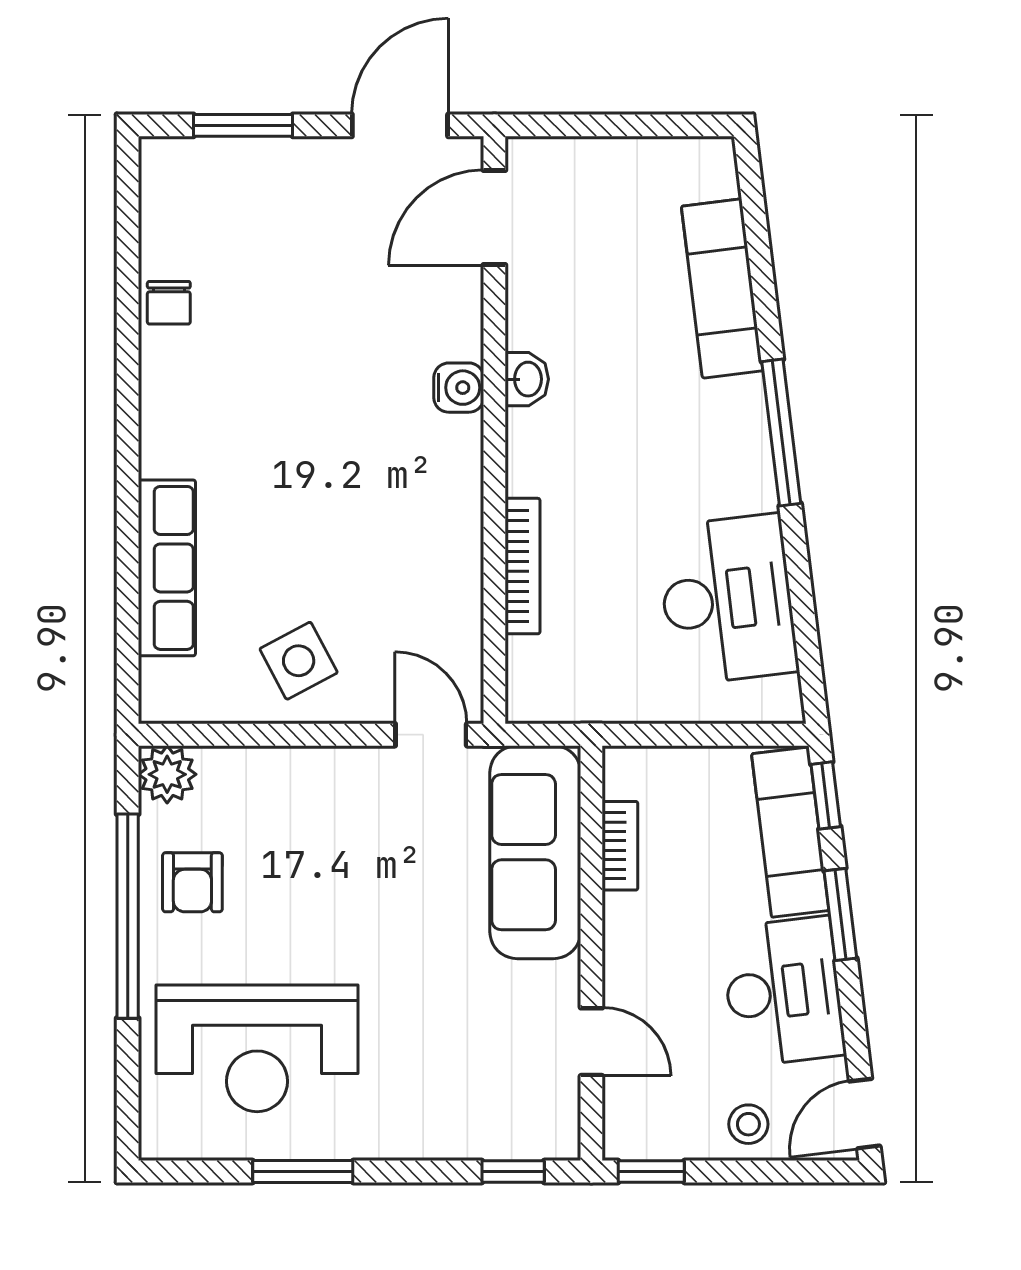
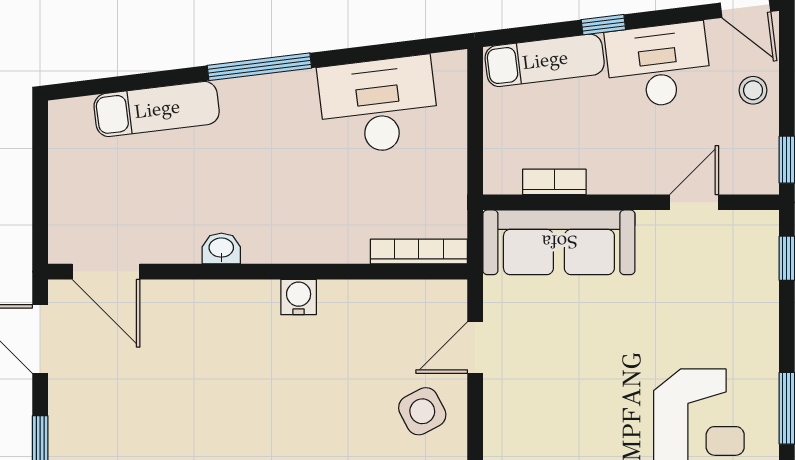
water cooler: (459, 388) -> (299, 297), moved
bookcase: (523, 566) -> (419, 251), moved
door: (431, 735) -> (475, 348), moved
window: (826, 795) -> (518, 35), removed
window: (840, 914) -> (603, 25), width x0.67

